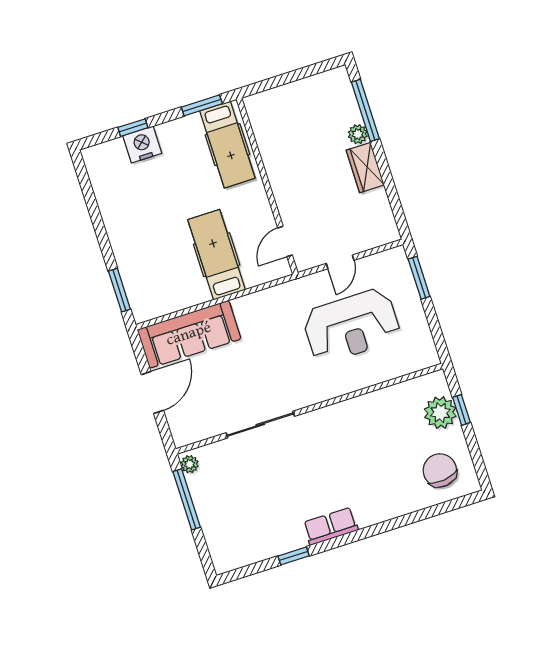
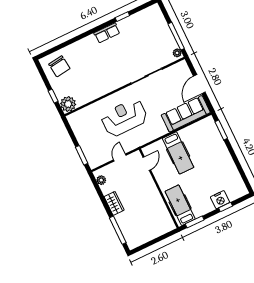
plant: (358, 134) -> (101, 180), moved
reception desk: (351, 326) -> (124, 118), moved
plant: (440, 413) -> (68, 104), moved

